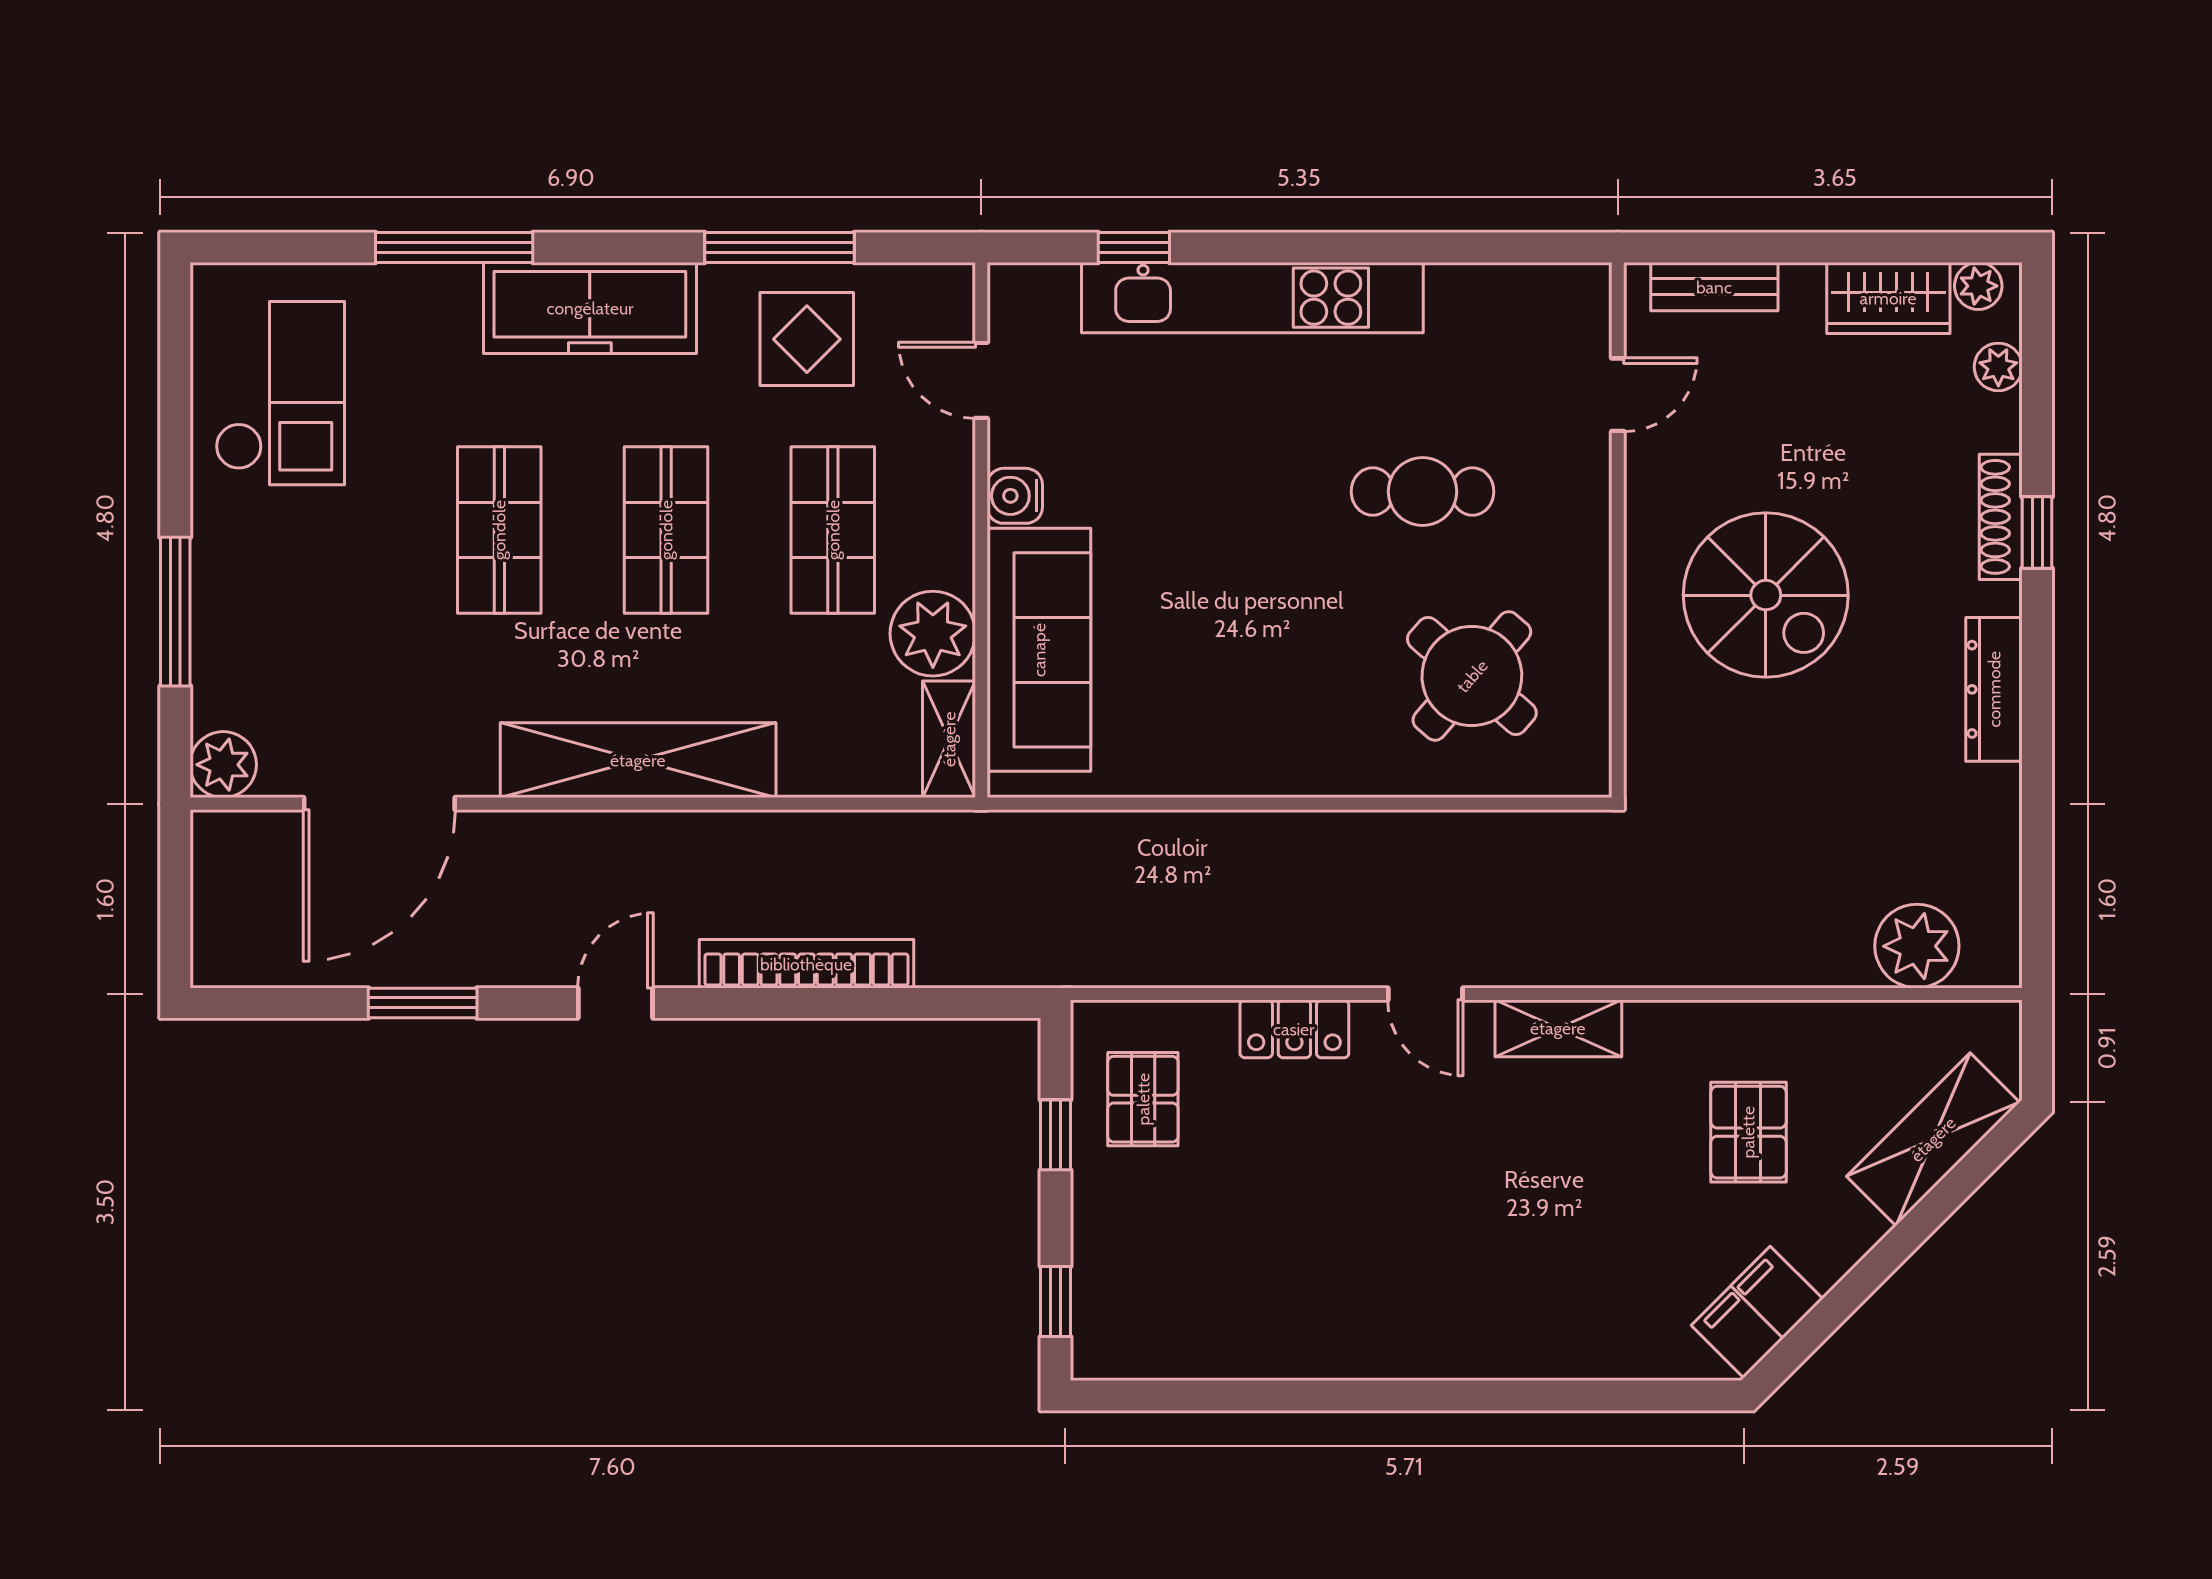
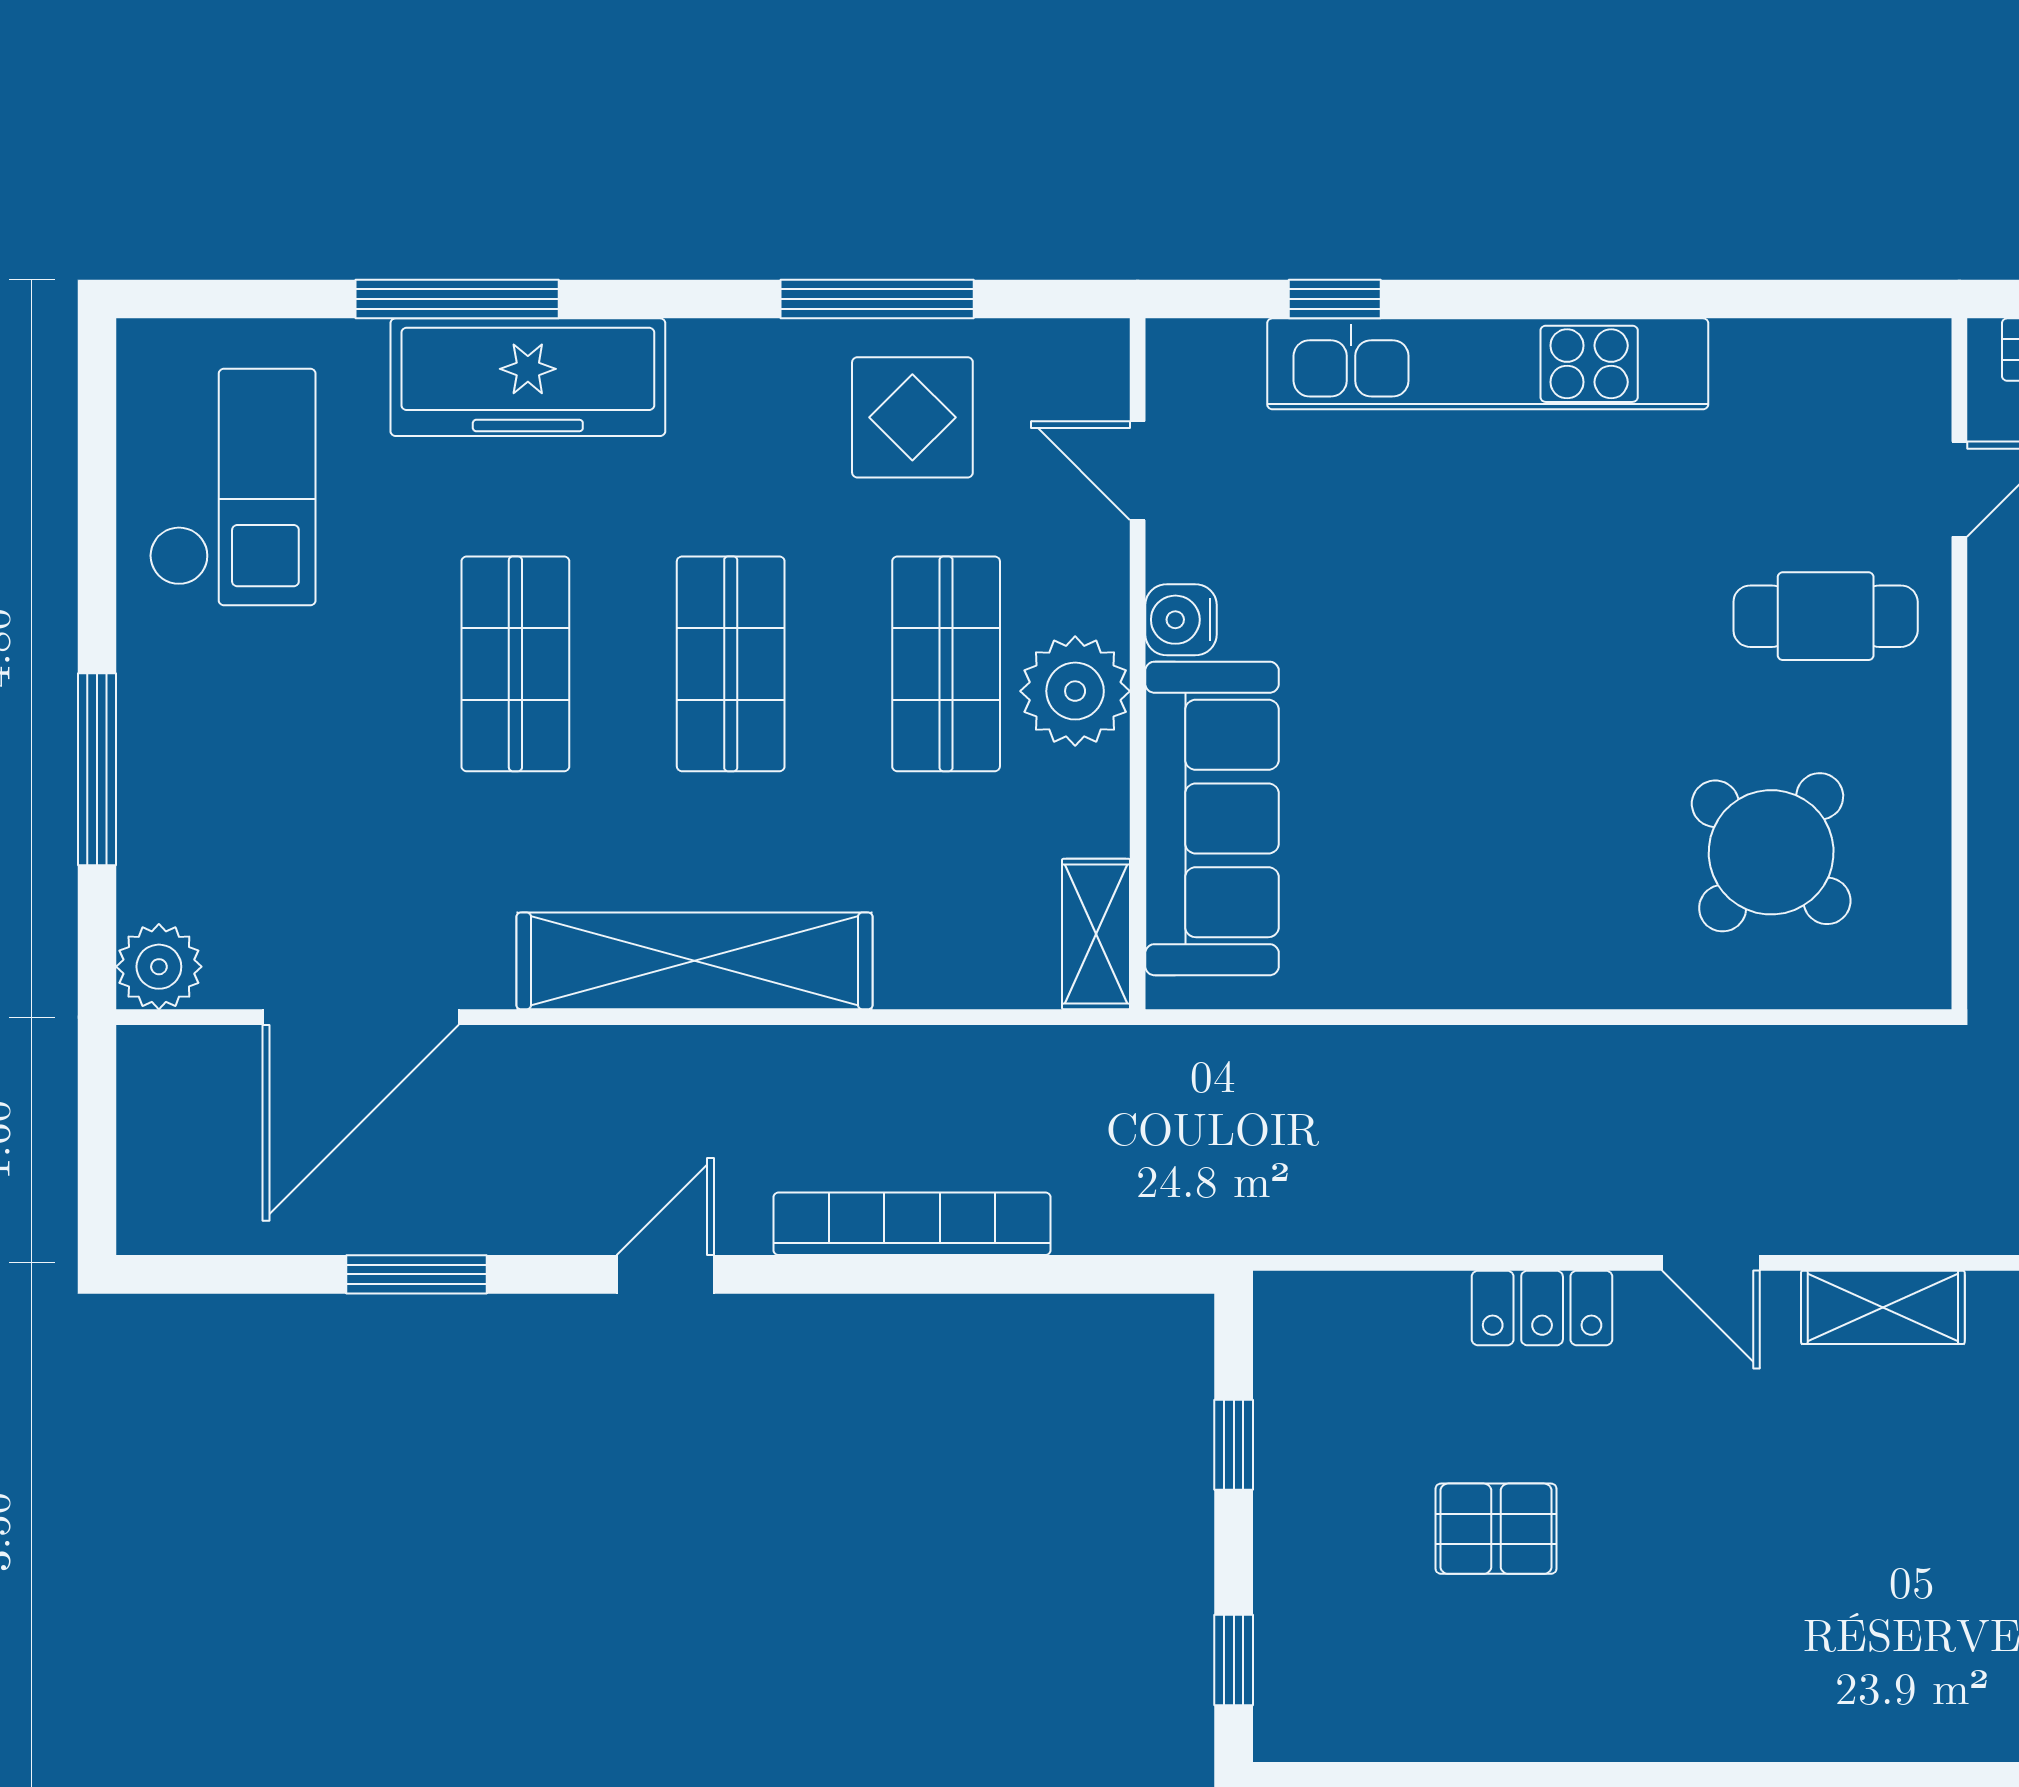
freezer: (590, 308) -> (528, 377), moved
cafe table: (1423, 491) -> (1826, 616), moved
plant: (933, 634) -> (1075, 691), moved
pallet: (1143, 1099) -> (1496, 1529), moved, turned 90

